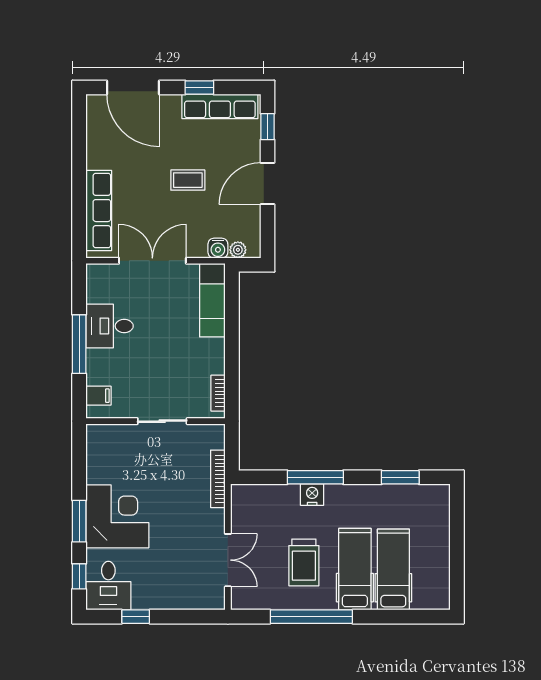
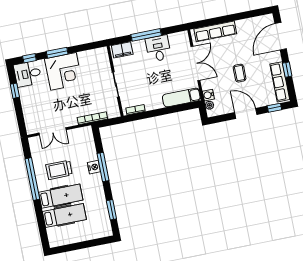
filing cabinet: (98, 396) -> (122, 50), width x2.00

